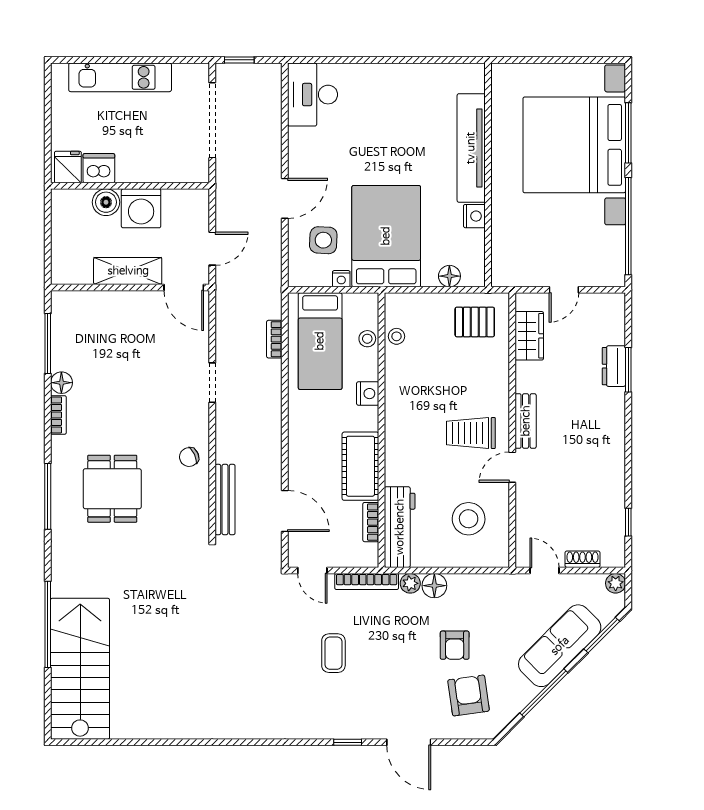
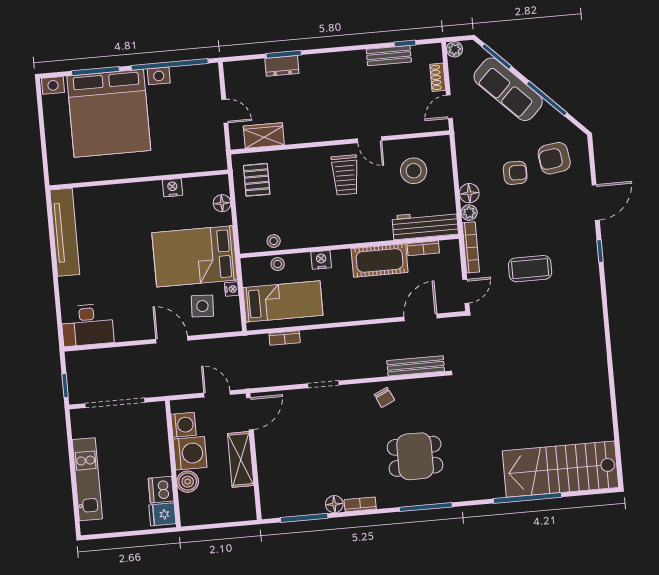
tv unit: (471, 148) -> (65, 232), moved, turned -90
washing machine: (177, 203) -> (183, 425), added
bench: (526, 421) -> (389, 56), moved
coffee table: (333, 653) -> (530, 269), width x1.36, depth x1.30

